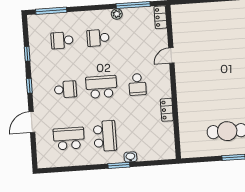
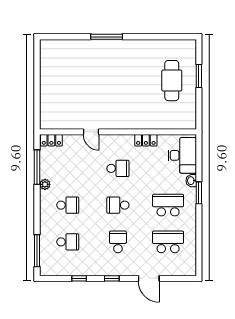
school desk: (98, 38) -> (68, 205), turned -90
school desk: (62, 40) -> (68, 242), turned -90
school desk: (101, 87) -> (118, 205), width x0.54
school desk: (69, 138) -> (168, 242), turned 90
desk: (155, 146) -> (182, 155), added

